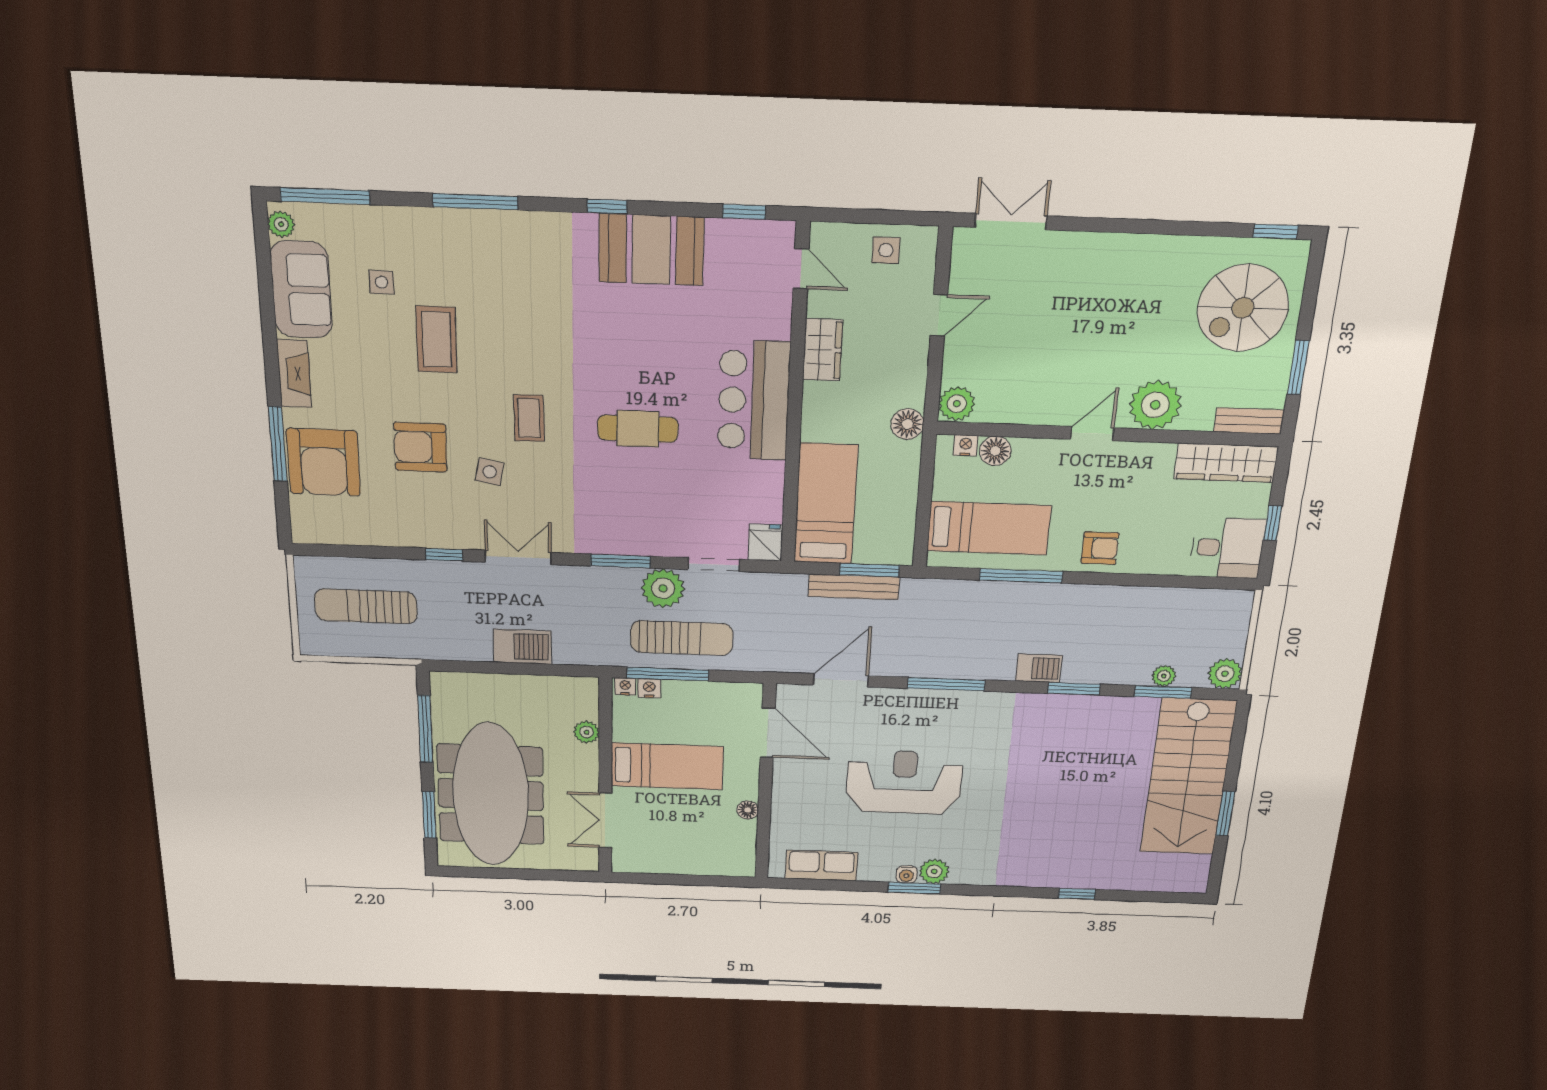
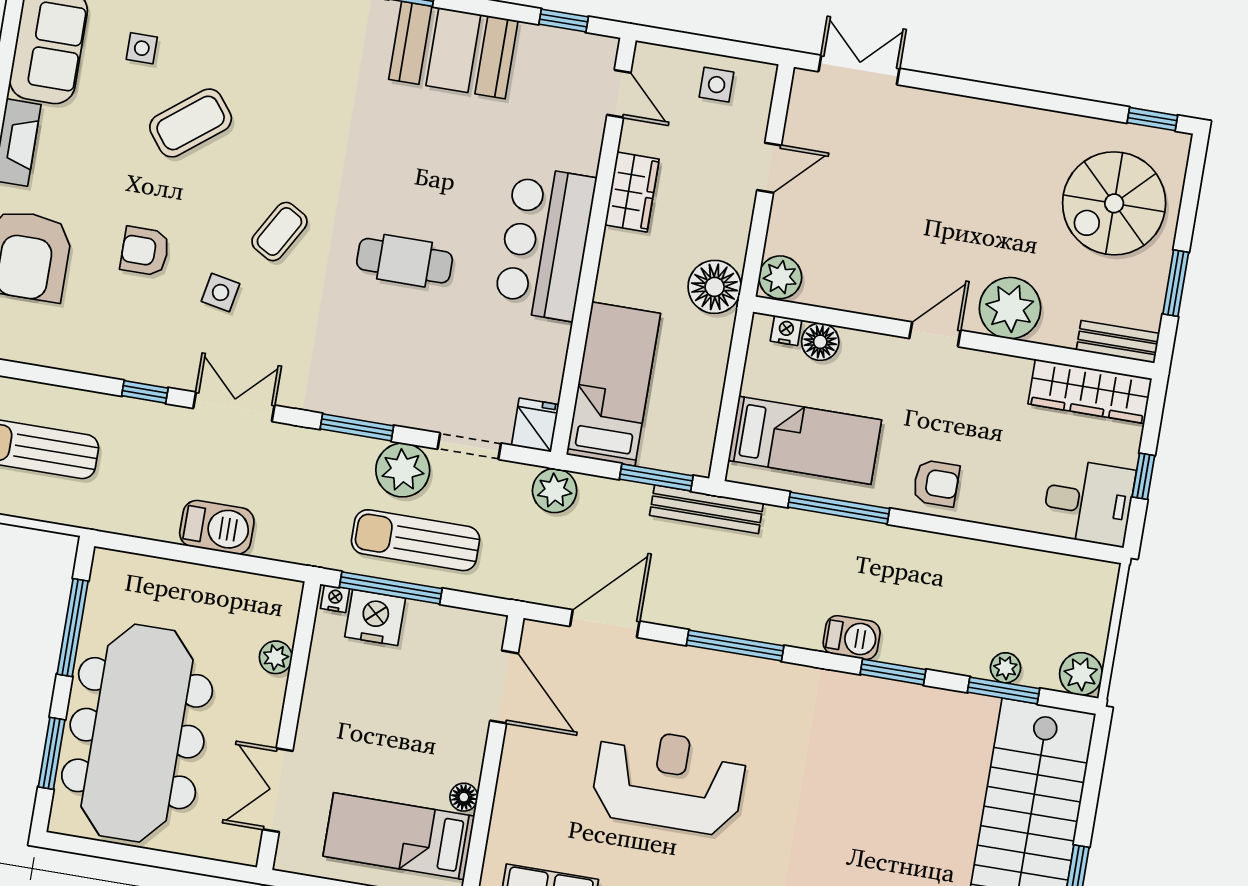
coffee table: (437, 339) -> (191, 123), turned 52
coffee table: (529, 418) -> (279, 232), turned 31
floor lamp: (907, 424) -> (715, 287), width x1.38, depth x1.38
armchair: (420, 447) -> (145, 251), width x0.72, depth x0.72
bench: (854, 587) -> (706, 509), moved
plant: (788, 589) -> (555, 491), added
sun lounger: (682, 638) -> (416, 540), turned 180
nightstand: (649, 688) -> (375, 617), width x1.89, depth x1.79
bed: (667, 766) -> (399, 836), moved, turned 180

